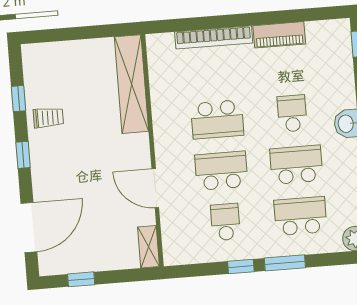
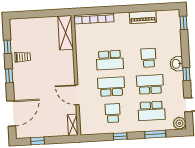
bookcase: (214, 37) -> (94, 19), moved
shelving: (131, 84) -> (66, 33), width x0.68
school desk: (300, 216) -> (152, 111), turned 180
window: (285, 263) -> (155, 134), moved

